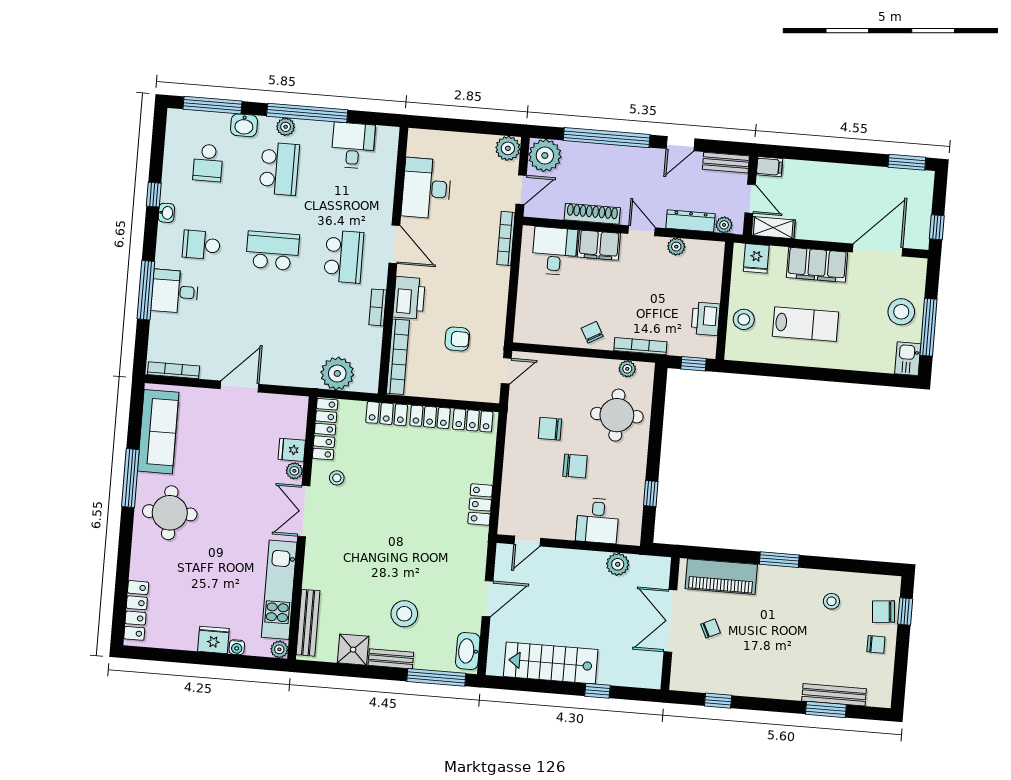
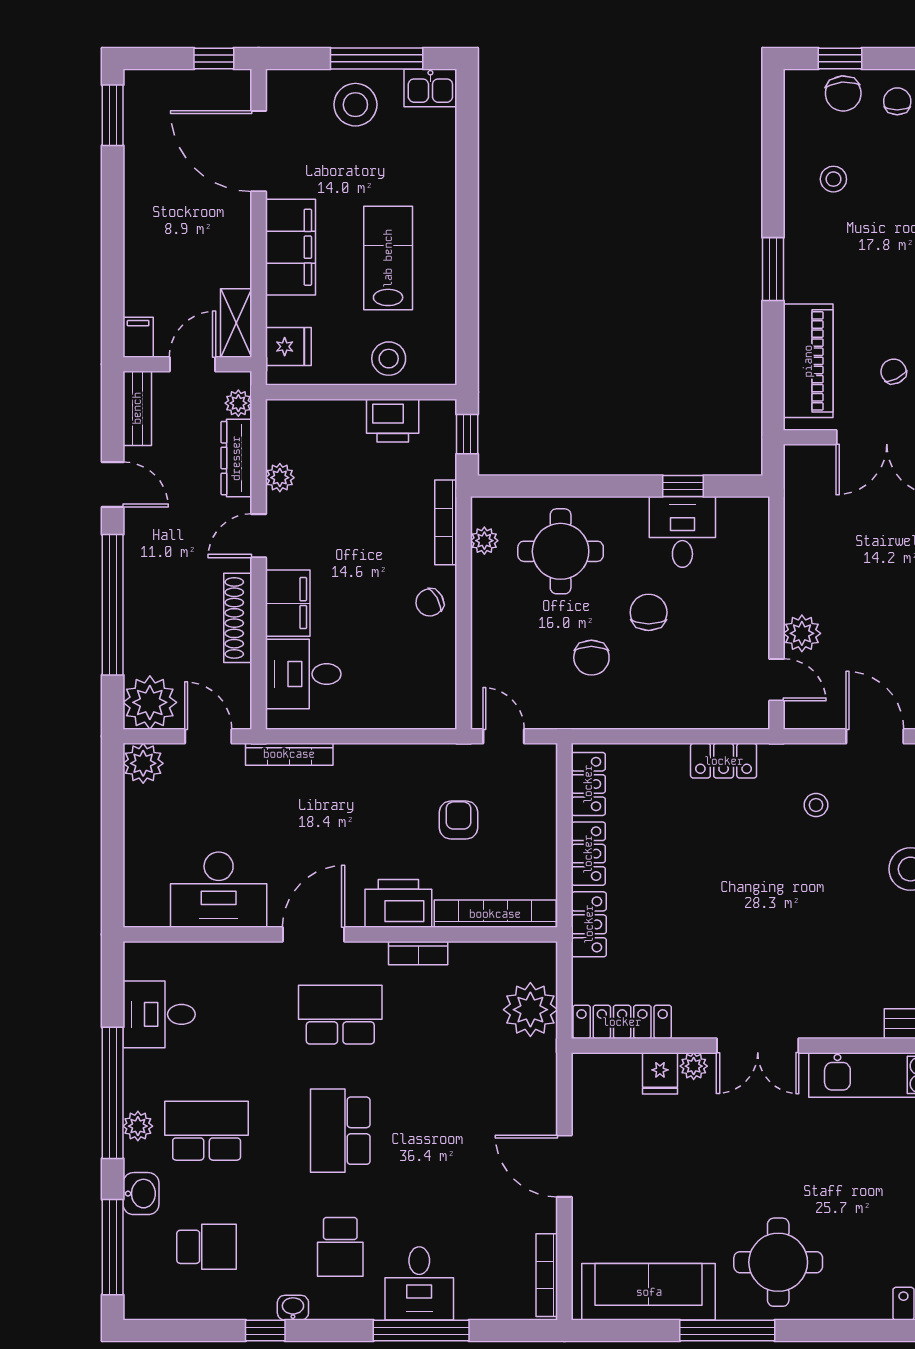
stool: (337, 478) -> (816, 805), moved
desk: (597, 521) -> (682, 532), moved, turned -90
plant: (618, 564) -> (802, 633), moved

